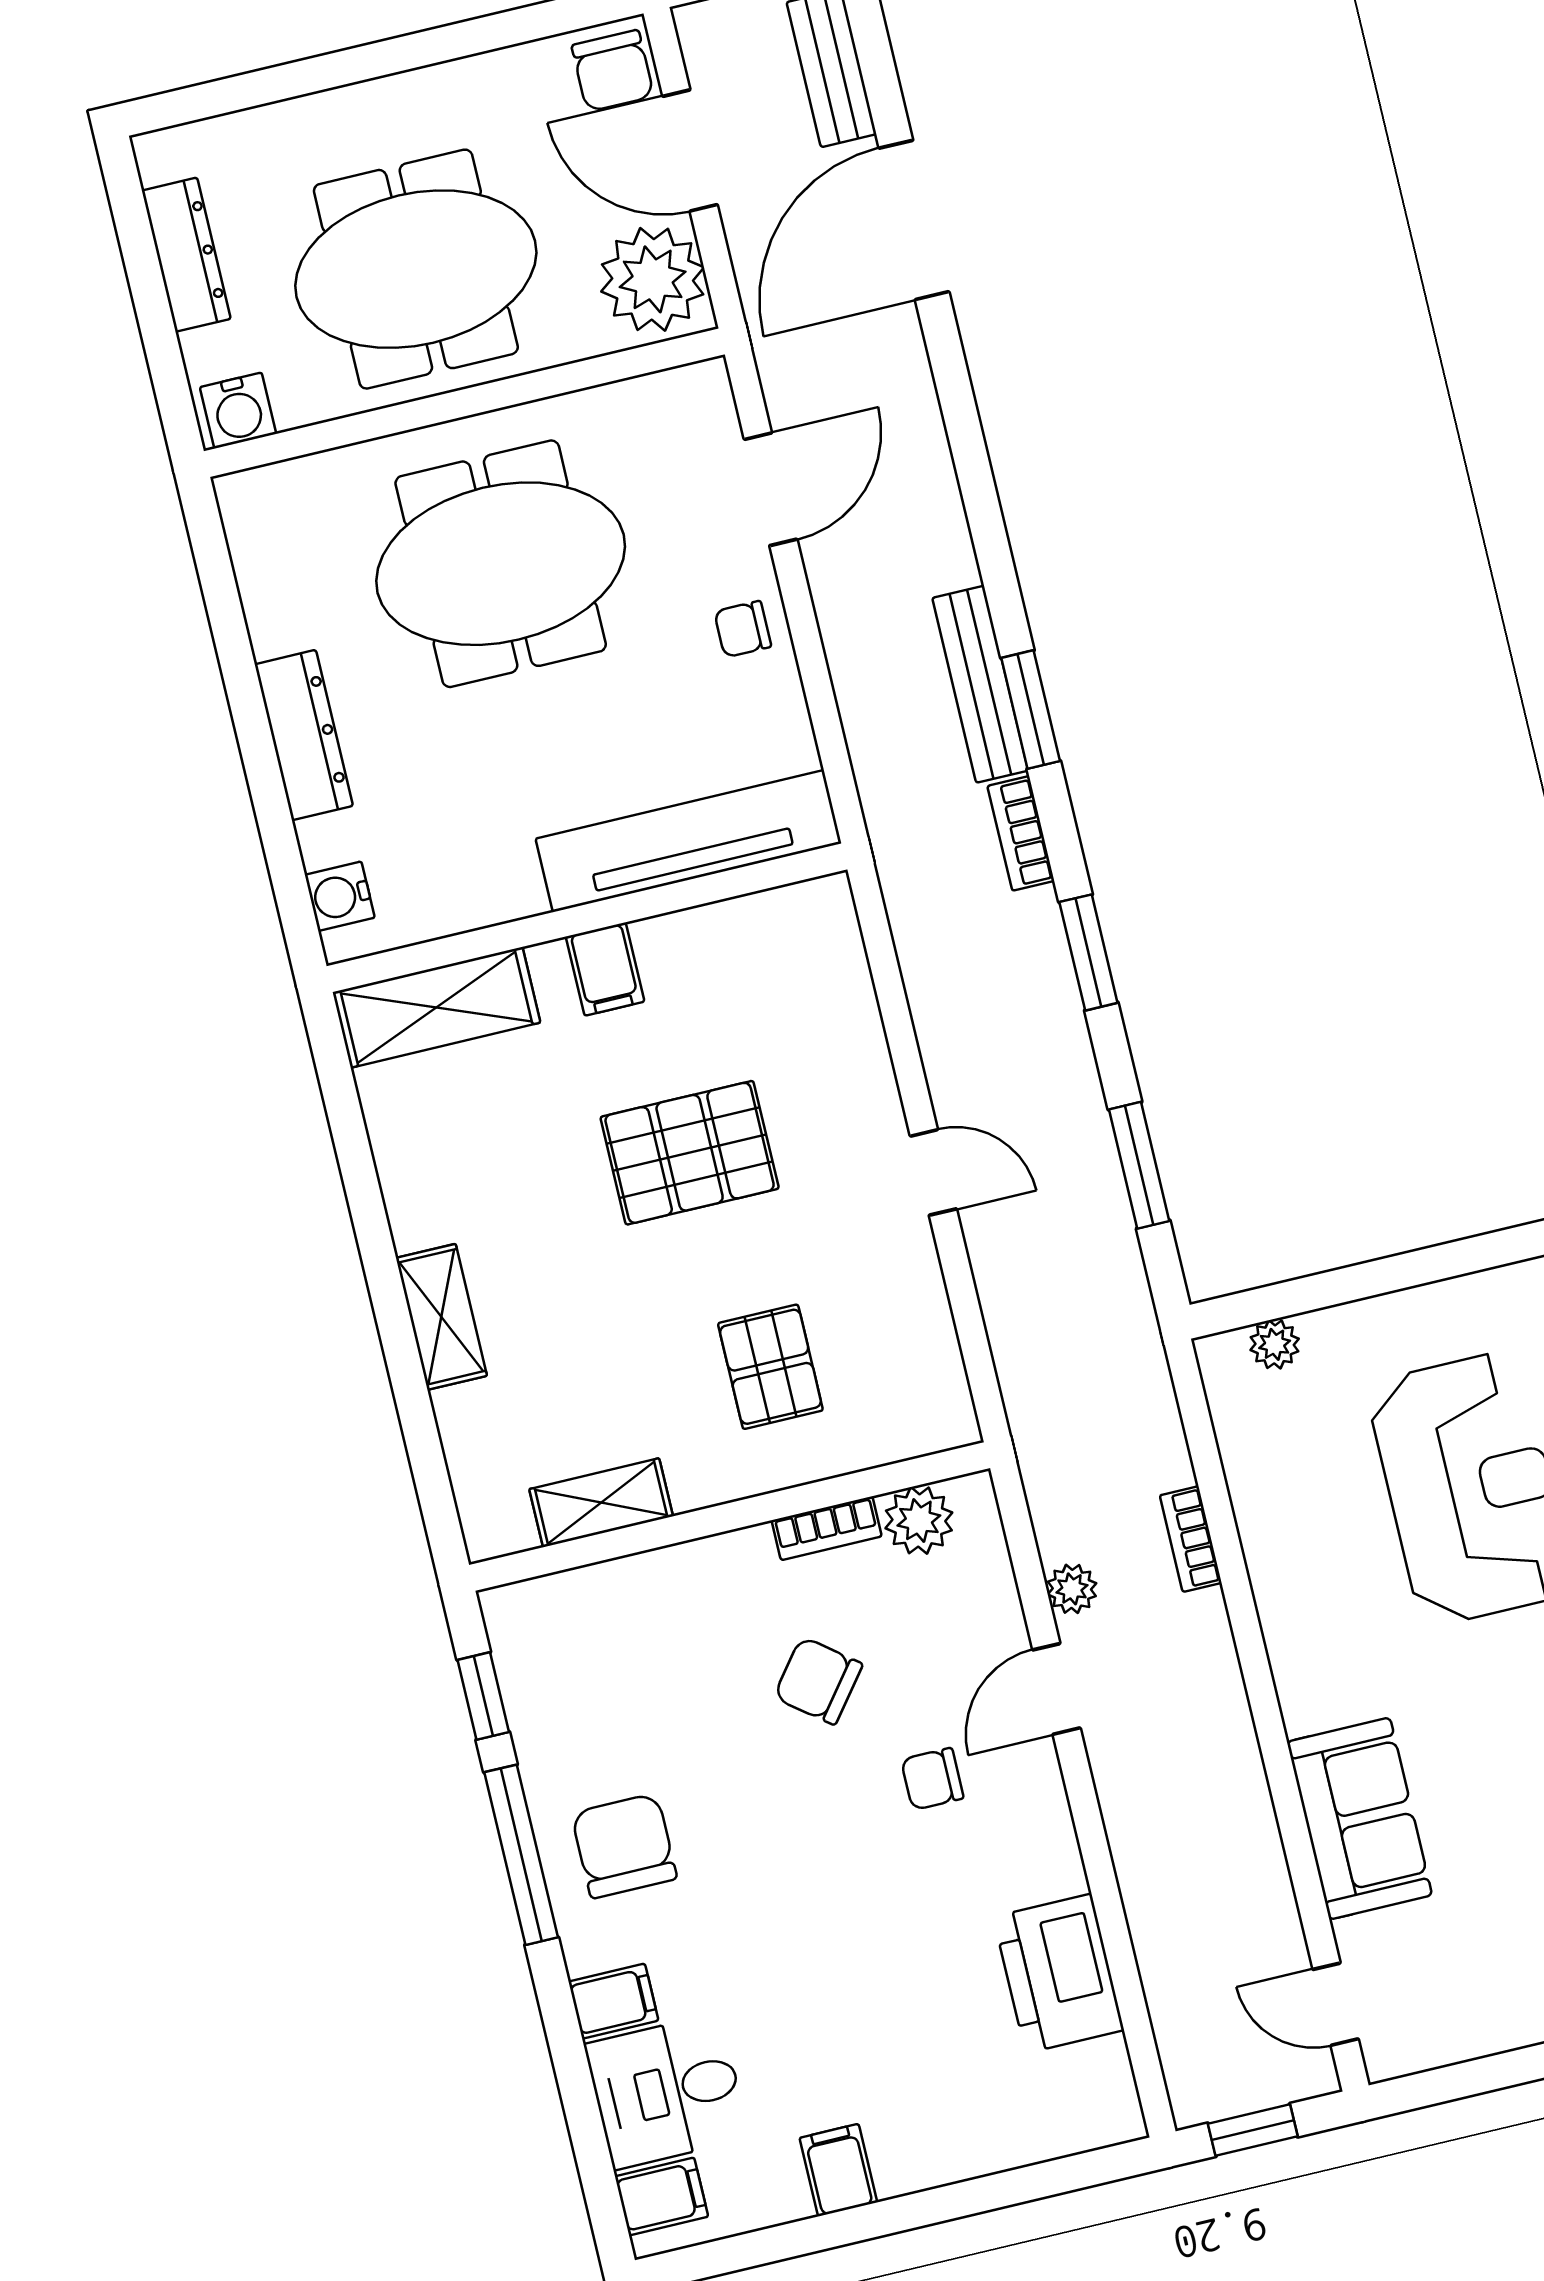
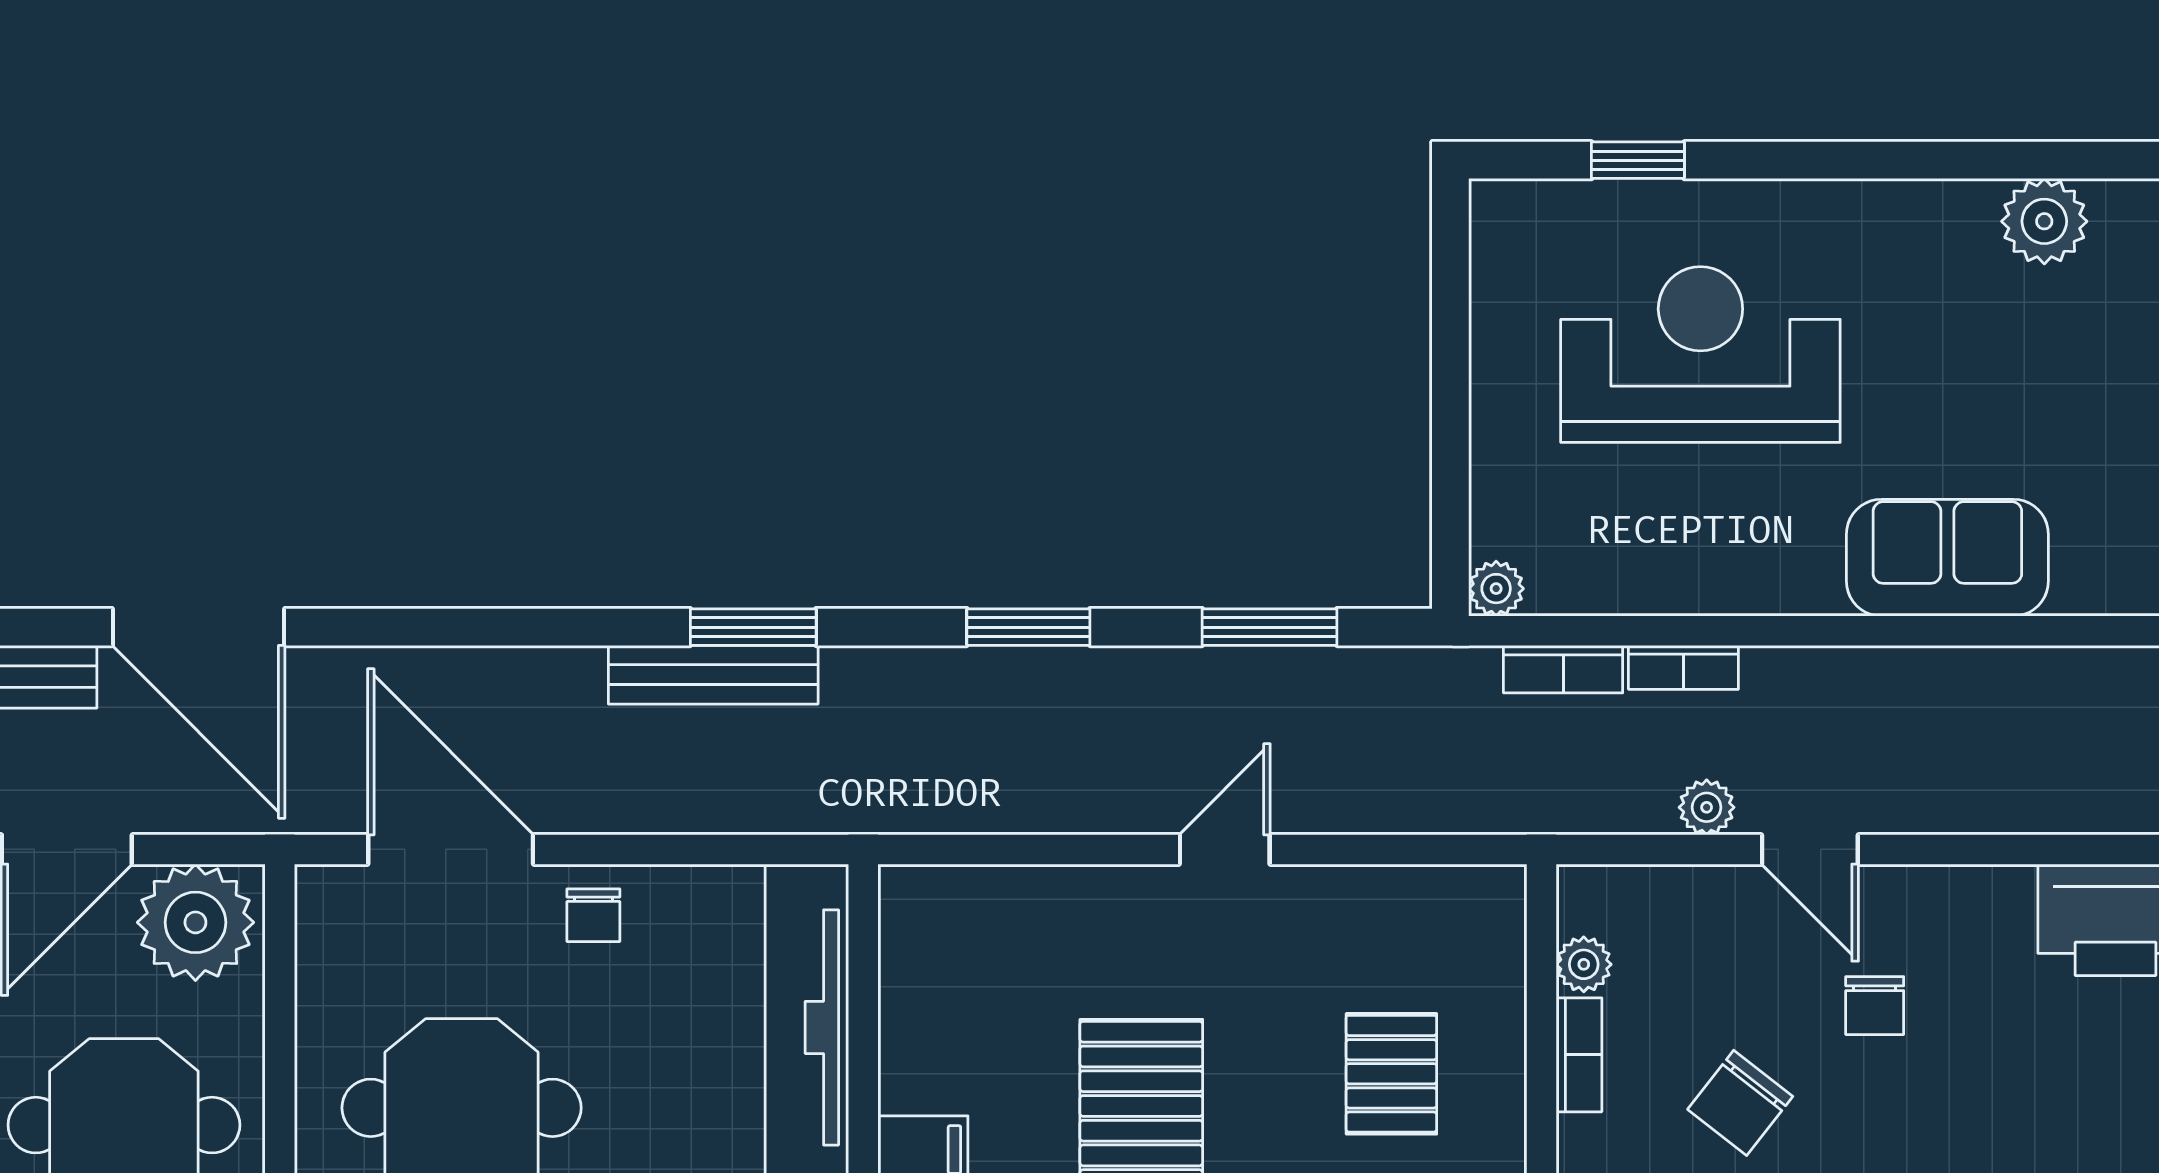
door: (771, 489) -> (451, 849), width x1.36
bookcase: (1021, 833) -> (1563, 669), moved
plant: (1275, 1344) -> (1496, 589), moved
pallet: (770, 1367) -> (1391, 1074), turned 90
plant: (919, 1520) -> (1584, 964), width x0.73, depth x0.73
sofa: (1359, 1819) -> (1947, 558), moved

